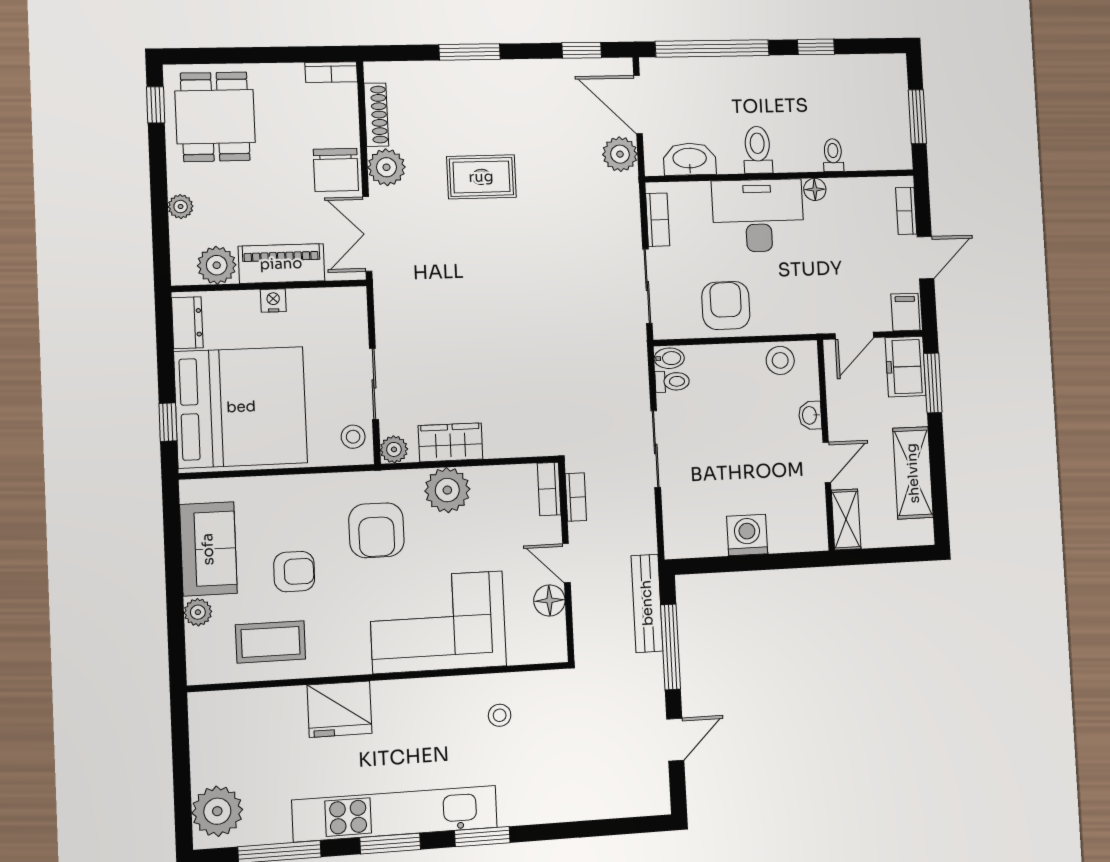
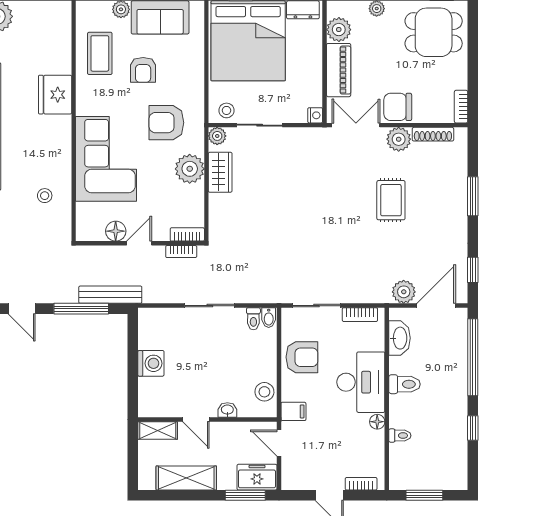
nightstand: (273, 300) -> (315, 115), moved
filing cabinet: (905, 312) -> (293, 411), moved

